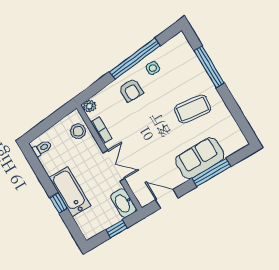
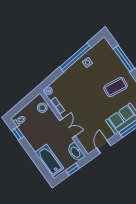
armchair: (131, 90) -> (74, 78), removed
bathtub: (70, 192) -> (49, 160), moved
door: (167, 199) -> (104, 147), hinge flipped
window: (59, 203) -> (18, 134), moved

